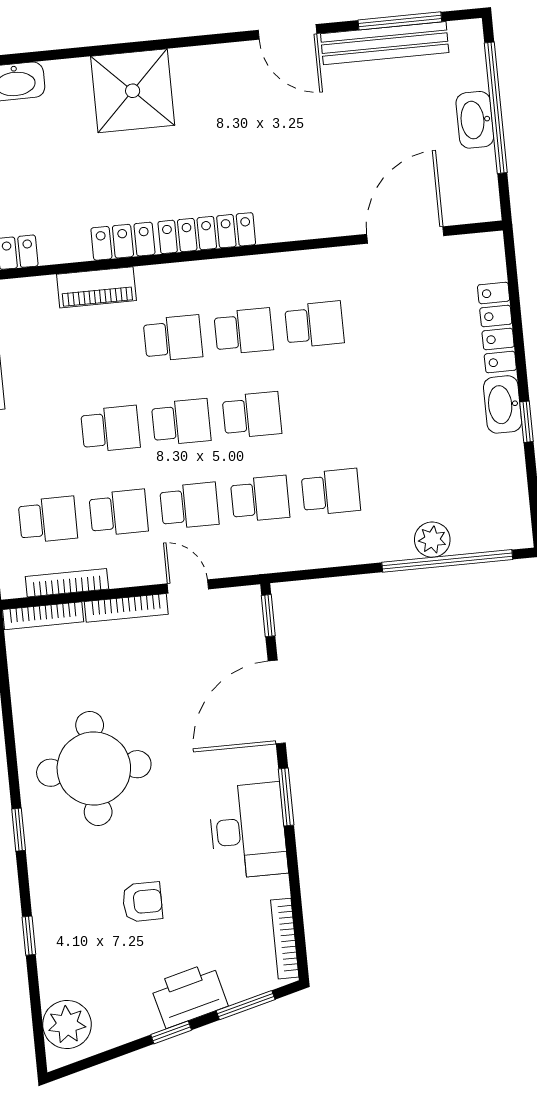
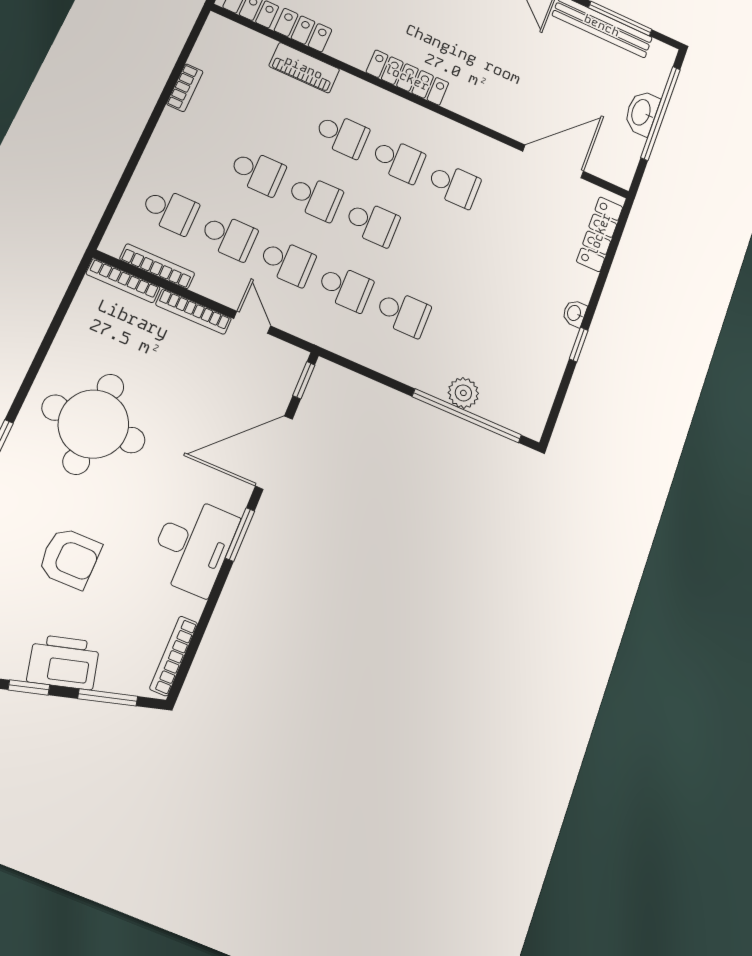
locker: (123, 241) -> (303, 30), moved
locker: (497, 327) -> (600, 234), moved
washbasin: (503, 404) -> (575, 313), width x0.52, depth x0.69
armchair: (142, 902) -> (70, 558), width x1.38, depth x1.38

